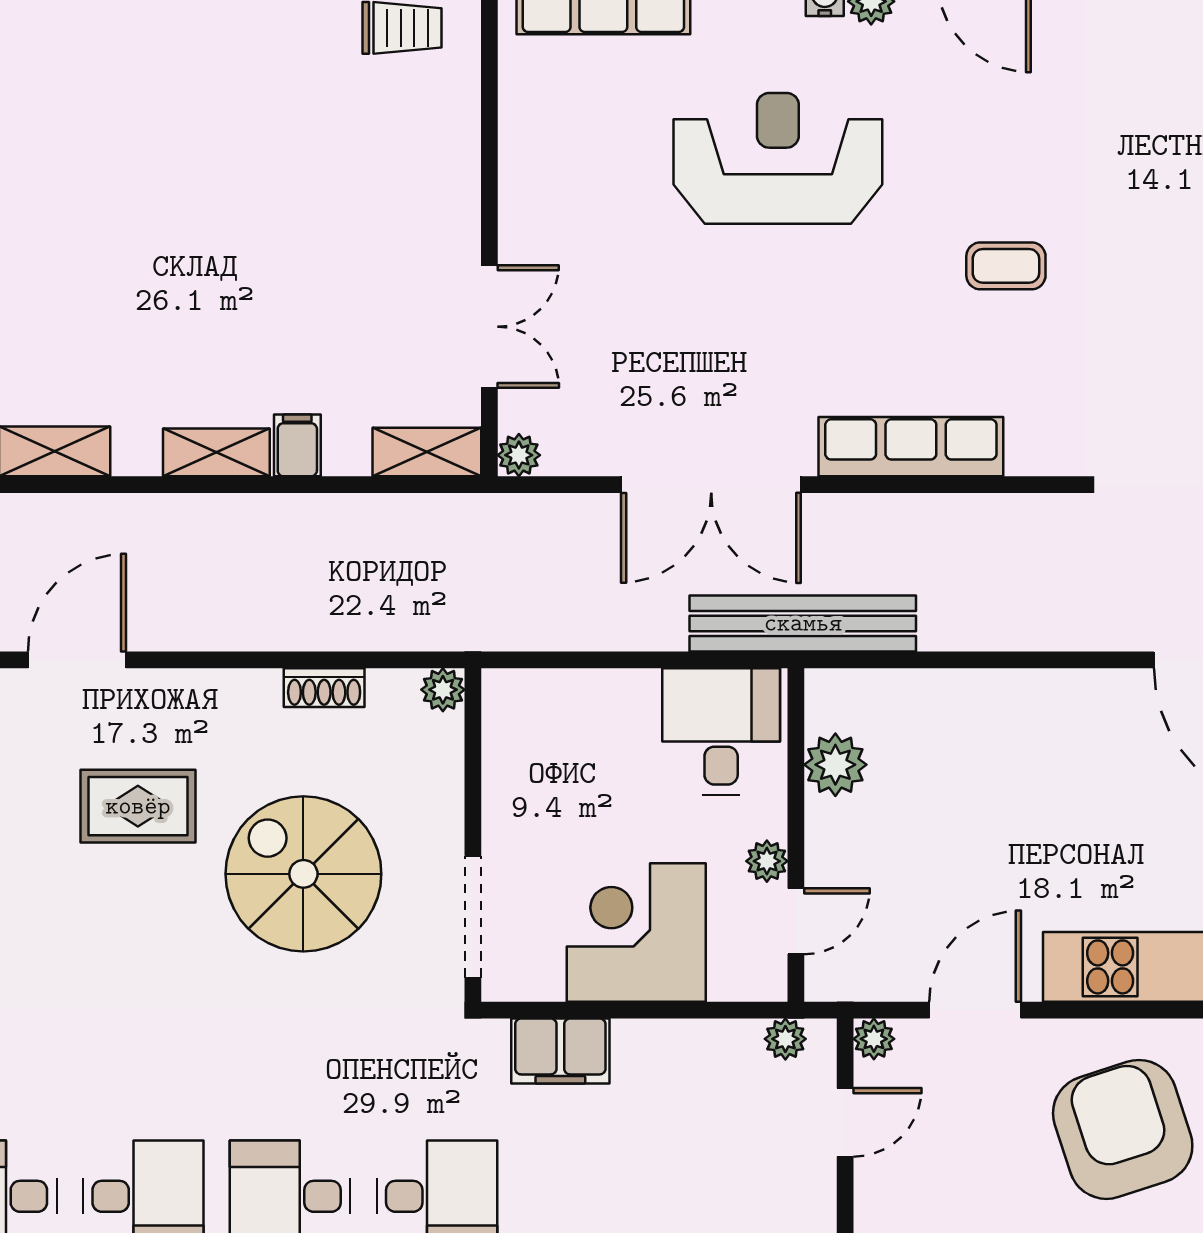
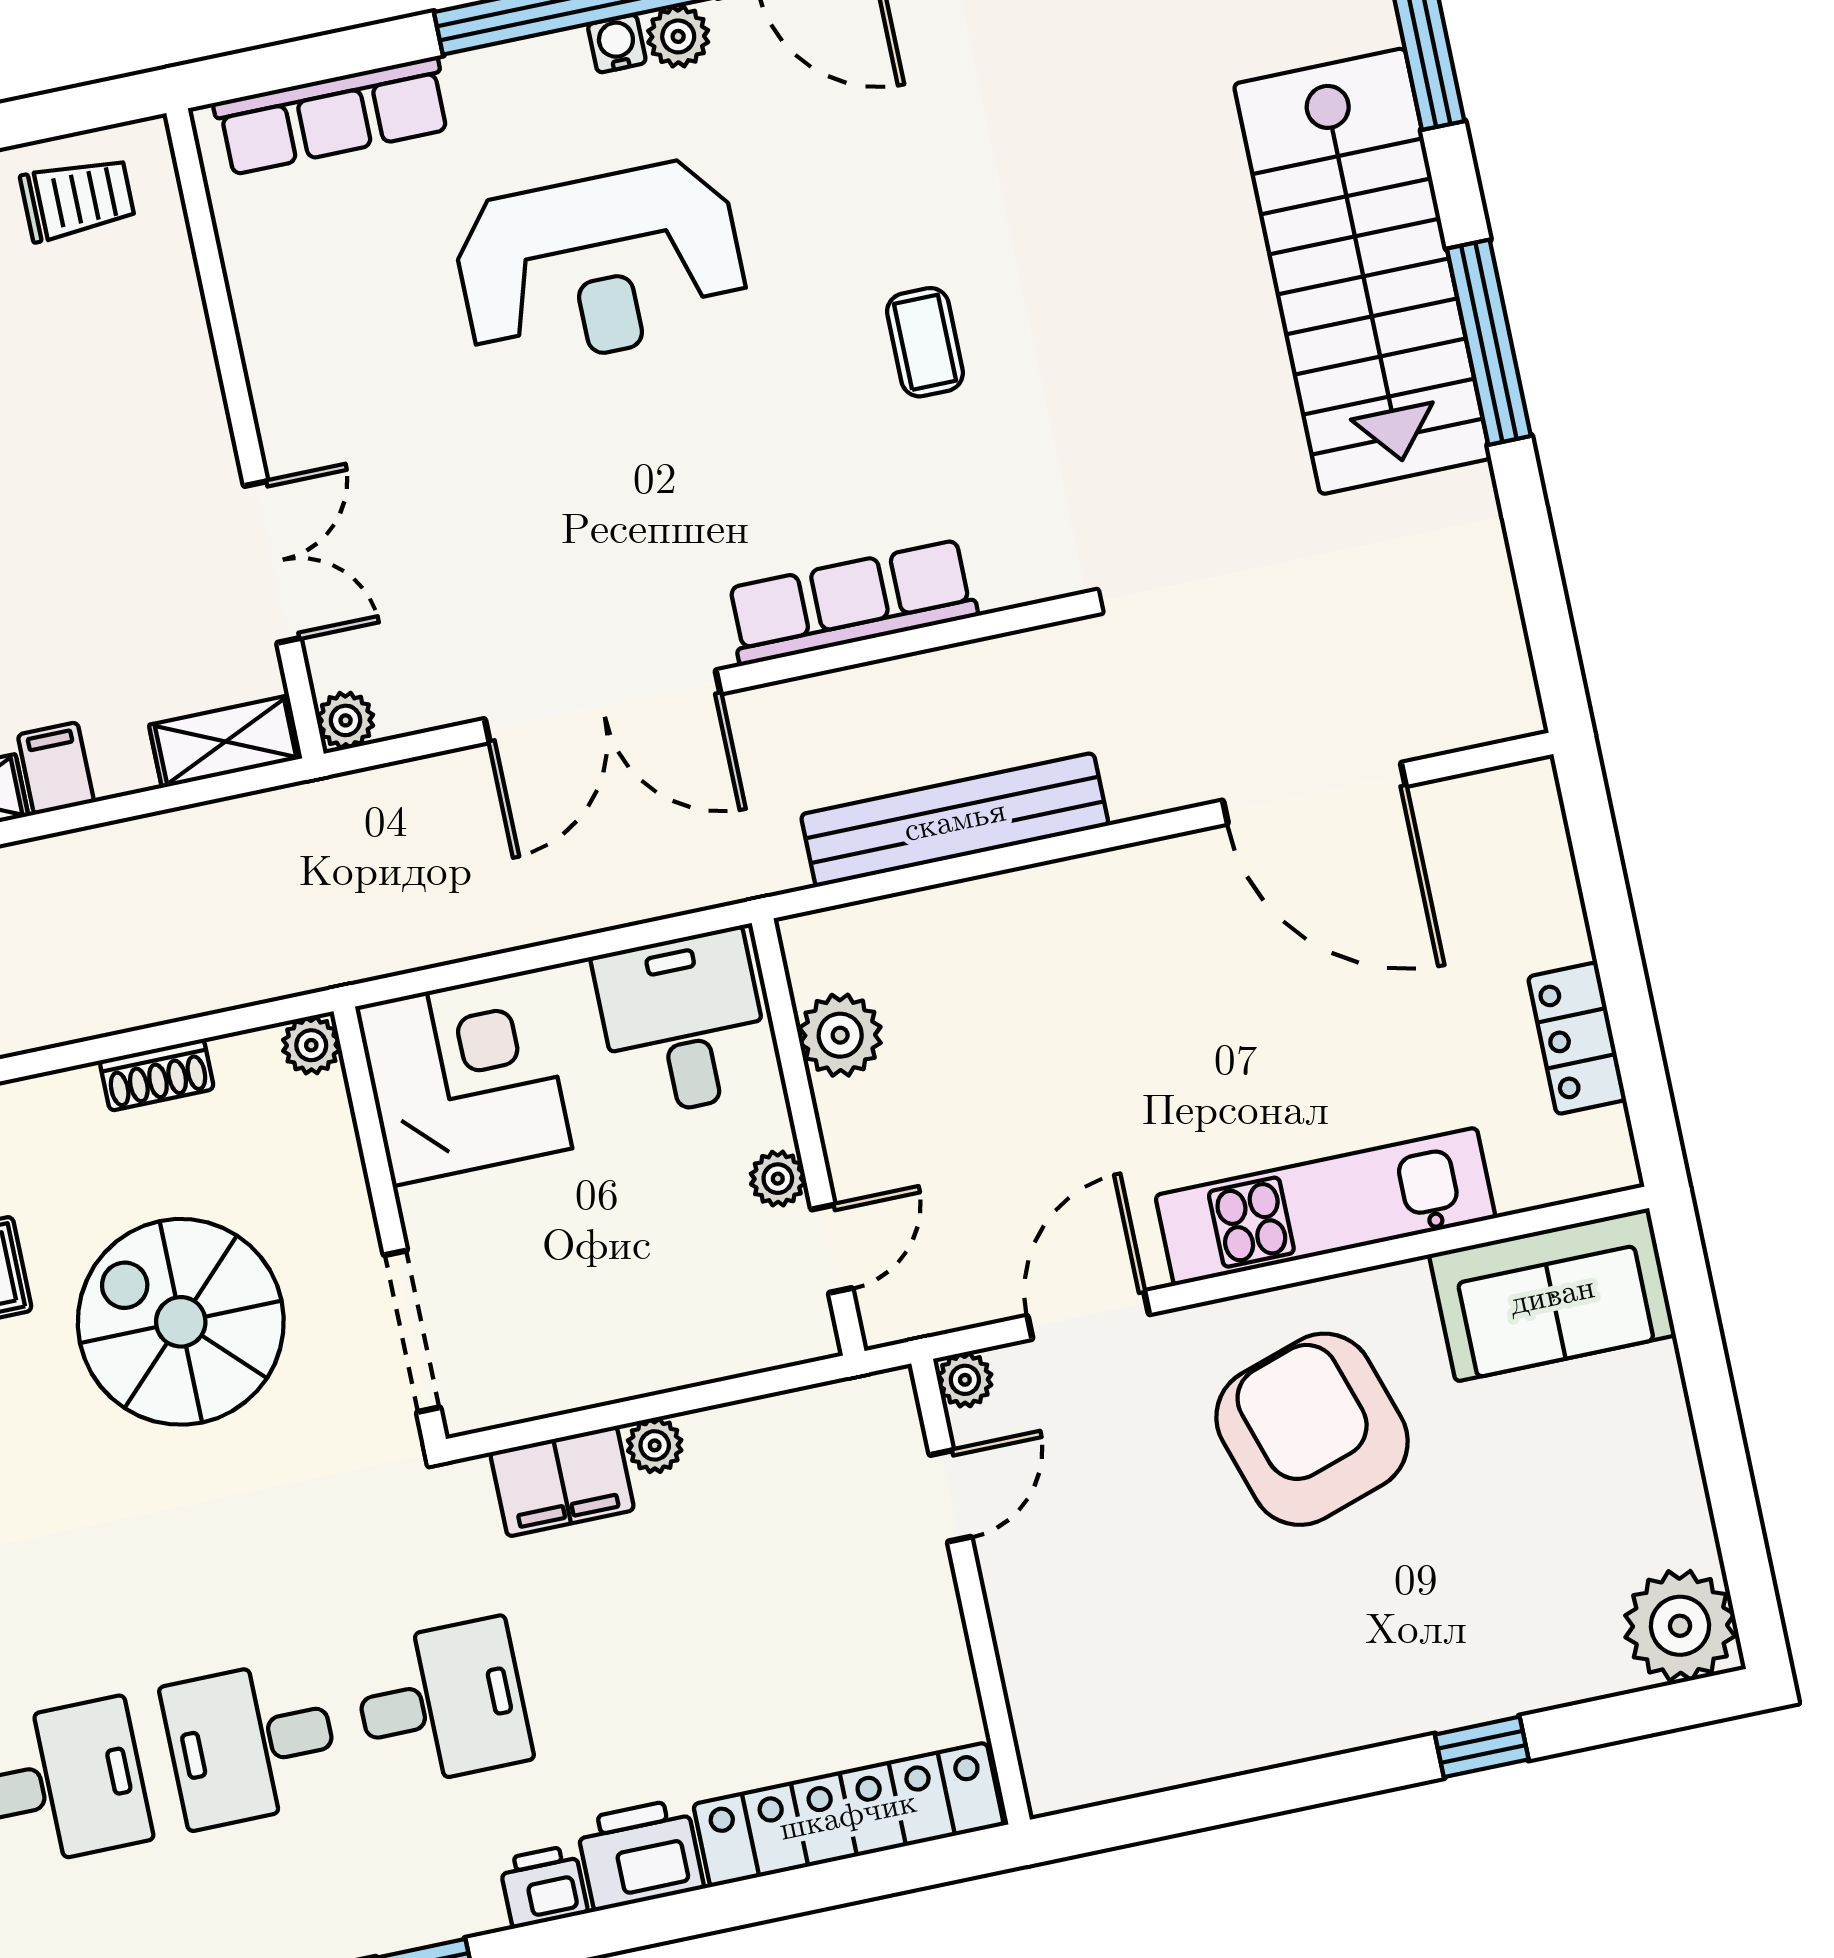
reception desk: (778, 158) -> (600, 265), turned 180
coffee table: (1006, 266) -> (925, 342), turned 90
bench: (803, 623) -> (955, 820), moved
corner desk: (636, 933) -> (464, 1078), moved, turned 90
plant: (785, 1039) -> (655, 1445), moved

